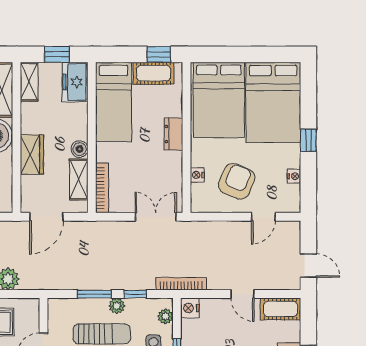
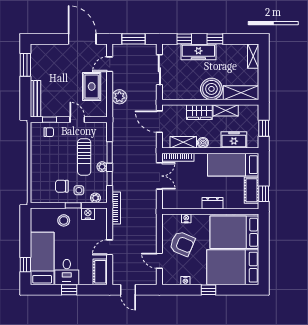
shelving: (29, 82) -> (226, 110), moved
freezer: (75, 82) -> (234, 140), moved
double door: (156, 217) -> (159, 176), moved
door: (308, 266) -> (128, 290), hinge flipped
nightstand: (190, 308) -> (88, 214), moved

